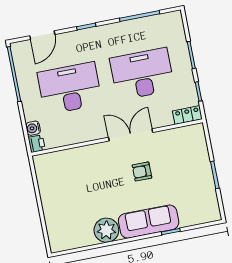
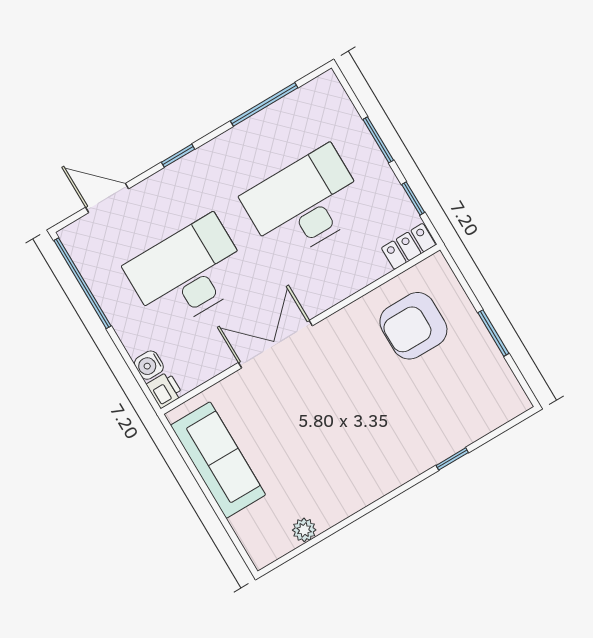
door: (42, 35) -> (107, 198), swing flipped
double door: (131, 135) -> (275, 344), moved
armchair: (142, 172) -> (413, 326), moved, width x1.88, depth x1.88
sofa: (149, 222) -> (218, 460), moved, turned 90
plant: (106, 230) -> (304, 530), moved, width x0.53, depth x0.53

